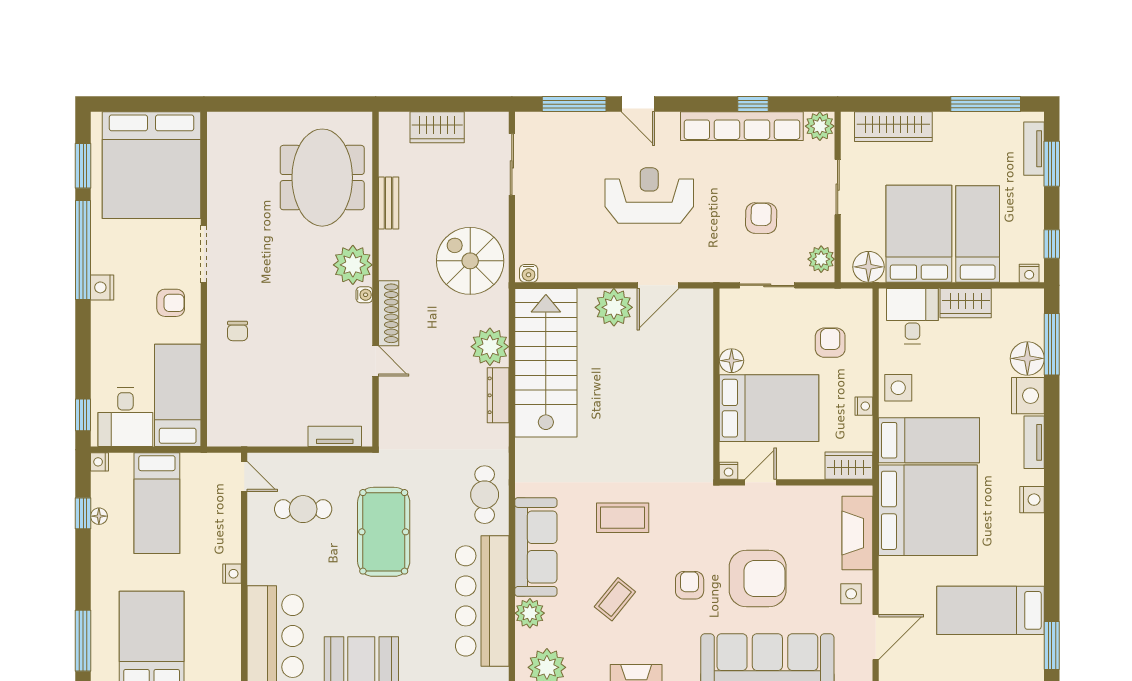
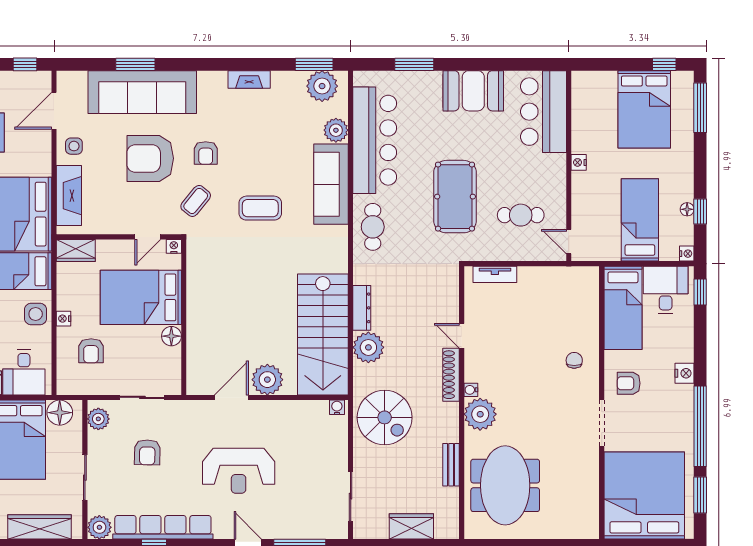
nightstand: (102, 287) -> (685, 373), moved
nightstand: (864, 406) -> (64, 319), moved
coffee table: (615, 599) -> (196, 201), moved

